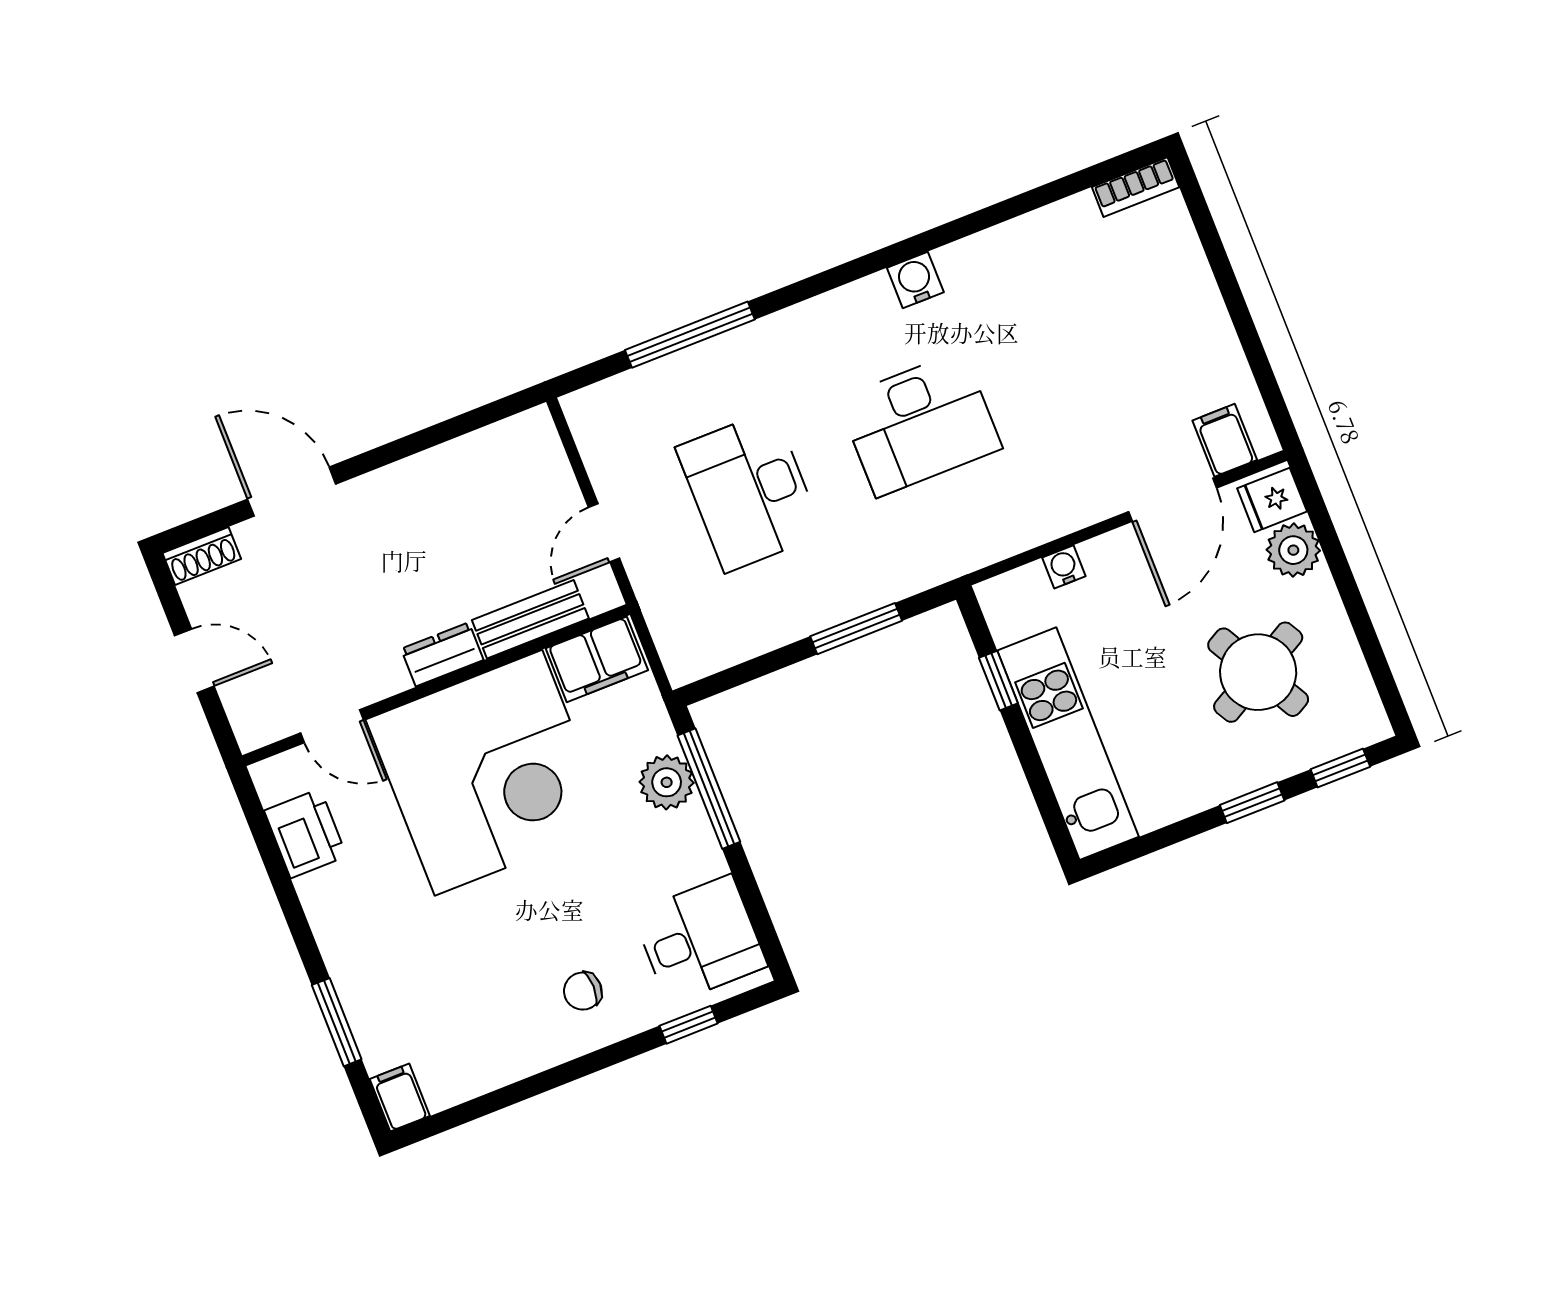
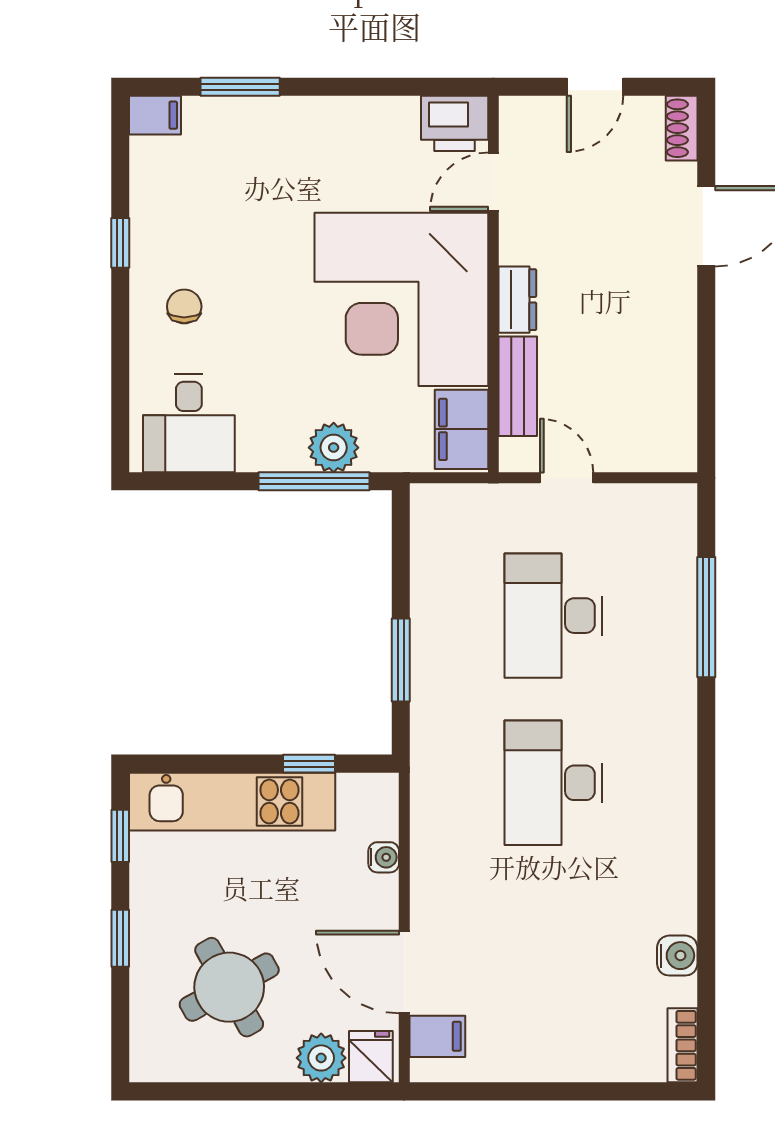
water cooler: (915, 280) -> (677, 956), moved
desk: (750, 491) -> (553, 616), turned -90
window: (1340, 768) -> (120, 836), moved
printer: (305, 833) -> (455, 123), moved
window: (689, 1025) -> (120, 243), moved

